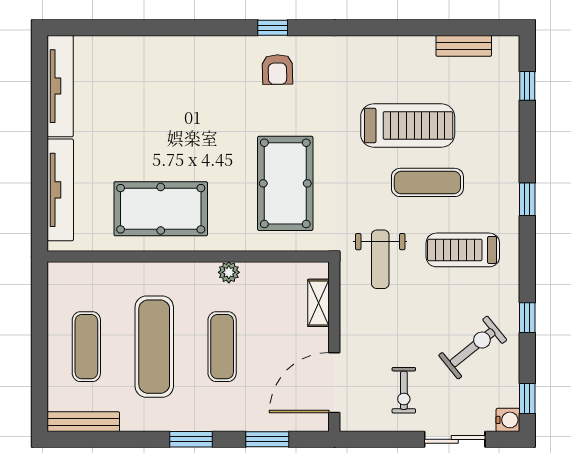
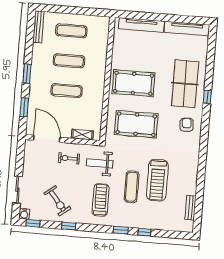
window: (273, 28) -> (207, 97), moved
armchair: (277, 69) -> (187, 125), turned 87
table tennis table: (185, 81) -> (185, 84), added
window: (527, 86) -> (144, 232), moved
pool table: (161, 209) -> (134, 83), moved, turned 90
plant: (229, 272) -> (99, 96), removed
exercise mat: (154, 347) -> (69, 61), width x0.73, depth x0.69
exercise bike: (404, 390) -> (69, 158), moved

